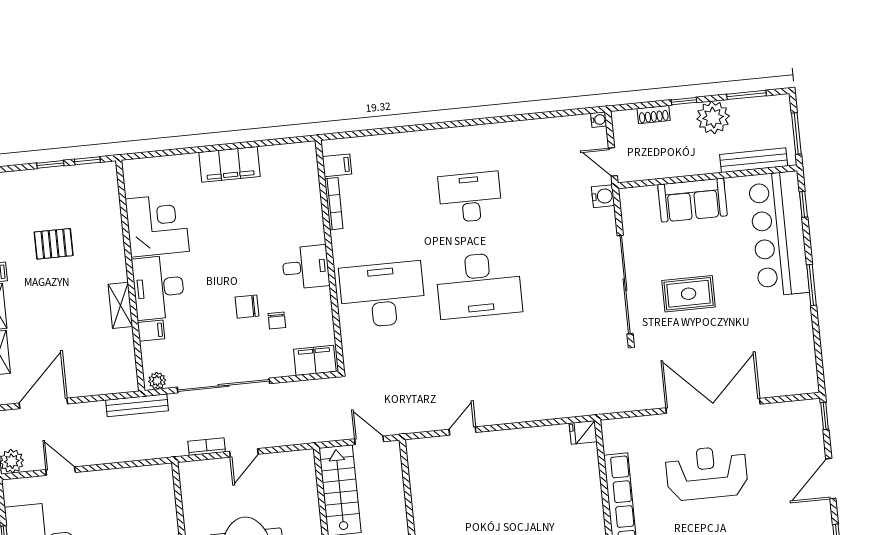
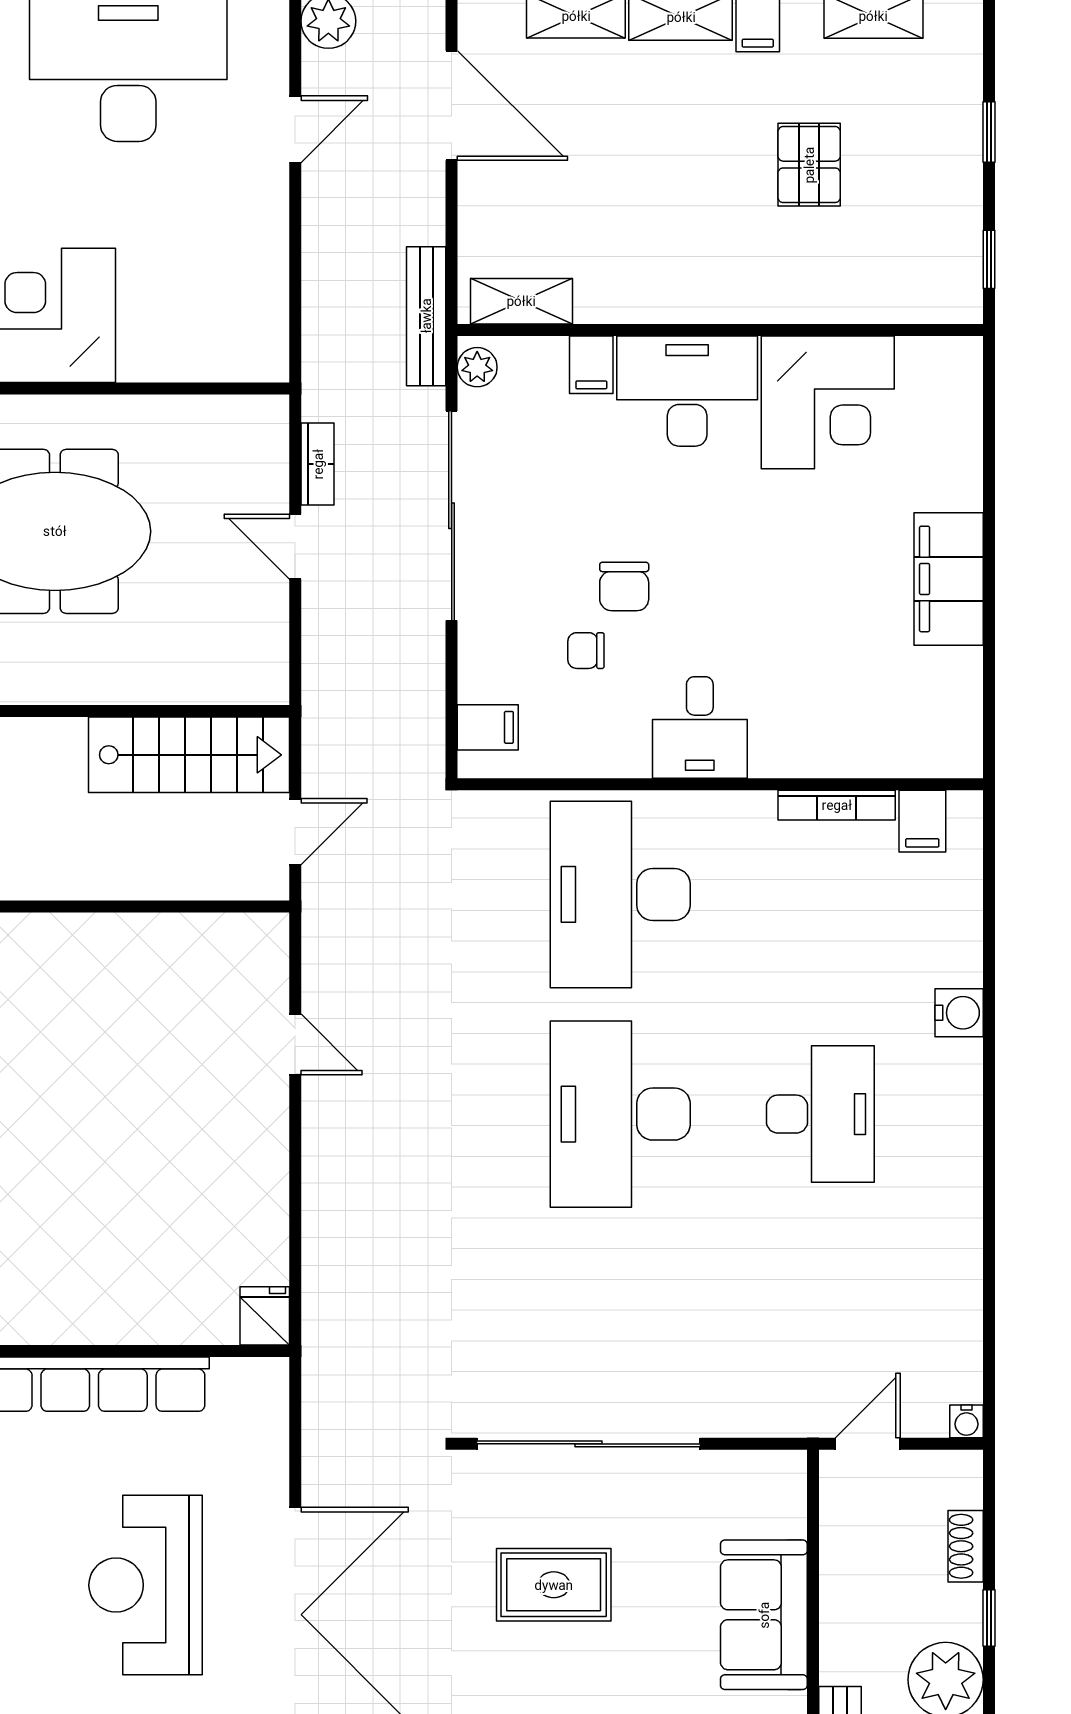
window: (50, 164) -> (989, 132), moved
water cooler: (603, 196) -> (959, 1013), moved, turned -90
rug: (689, 294) -> (554, 1585), turned 90
desk: (382, 295) -> (620, 894), turned 180
shelving: (120, 305) -> (521, 301), moved
chair: (247, 307) -> (624, 586), turned 180
filing cabinet: (315, 360) -> (488, 727), width x0.50
reception desk: (707, 473) -> (146, 1585), turned 180

